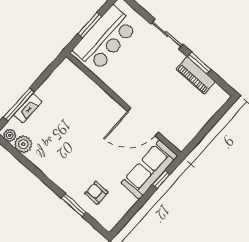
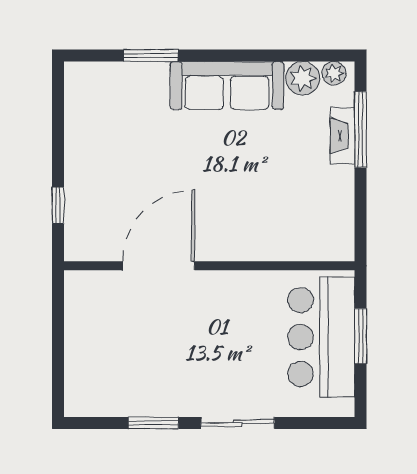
piano: (196, 75) -> (143, 400), removed
sofa: (149, 170) -> (227, 86), moved, turned 90
armchair: (96, 193) -> (134, 103), removed

